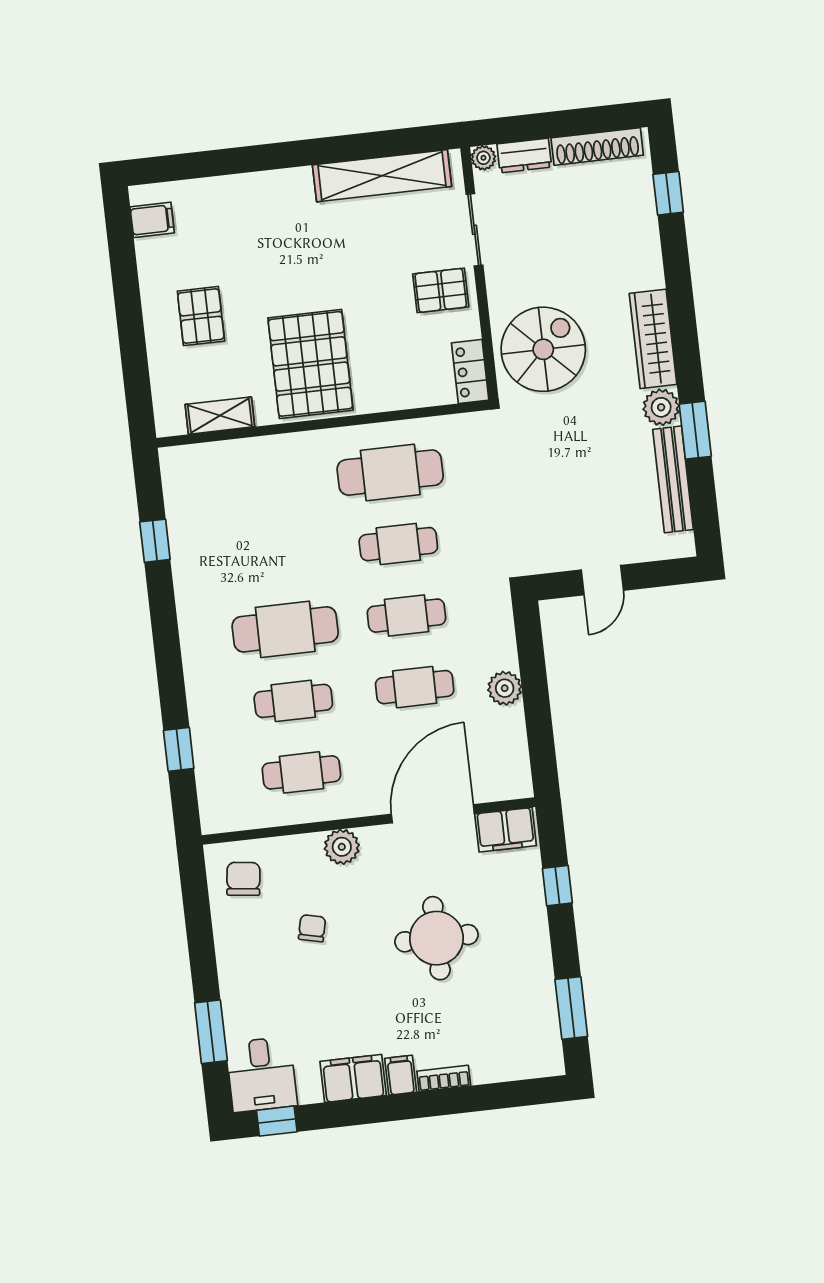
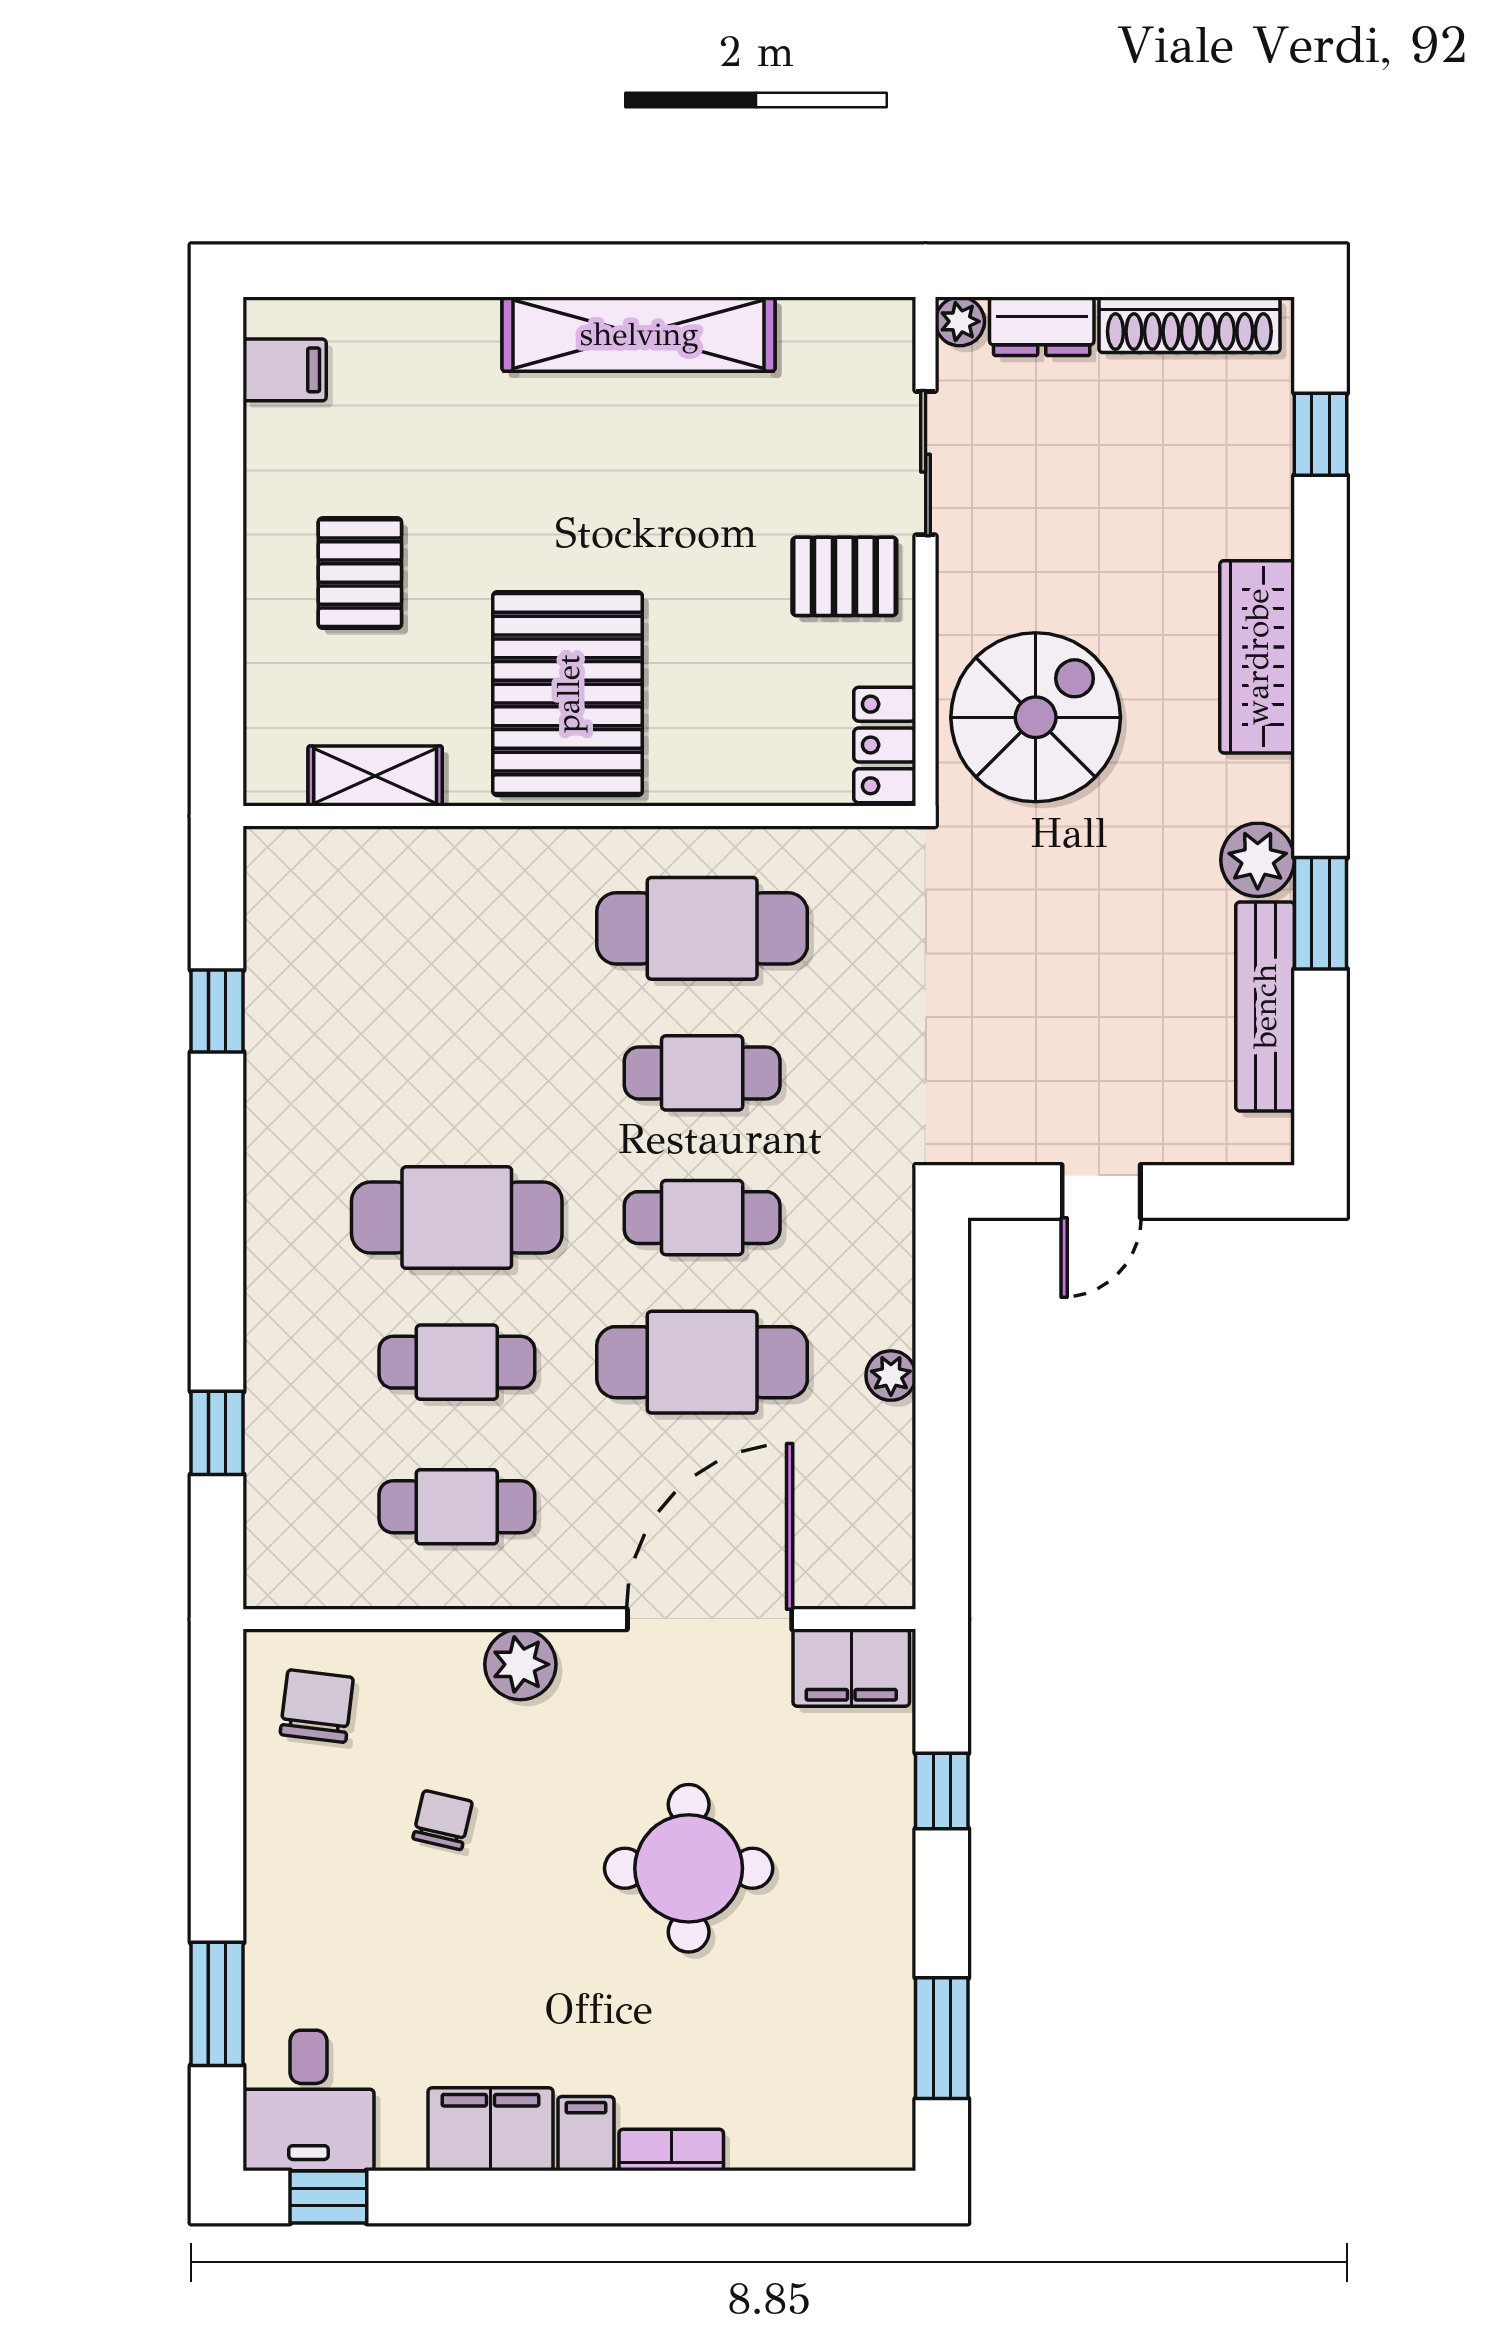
shelving: (382, 176) -> (639, 334), moved
wardrobe: (653, 339) -> (1257, 657), moved
cafe table: (415, 687) -> (702, 1362), width x1.37, depth x1.35
plant: (505, 688) -> (891, 1376), width x0.73, depth x0.73

